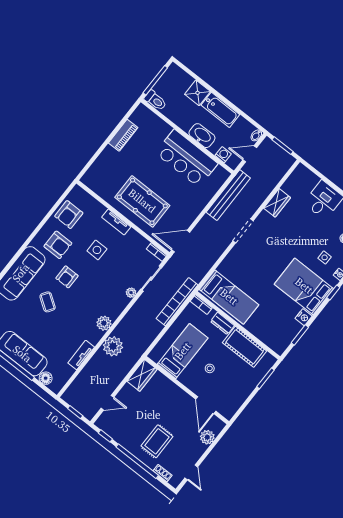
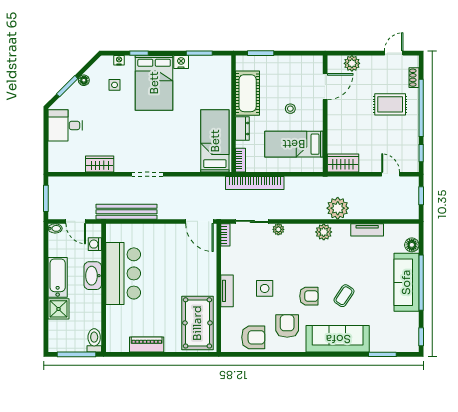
pool table: (142, 201) -> (197, 323), moved

